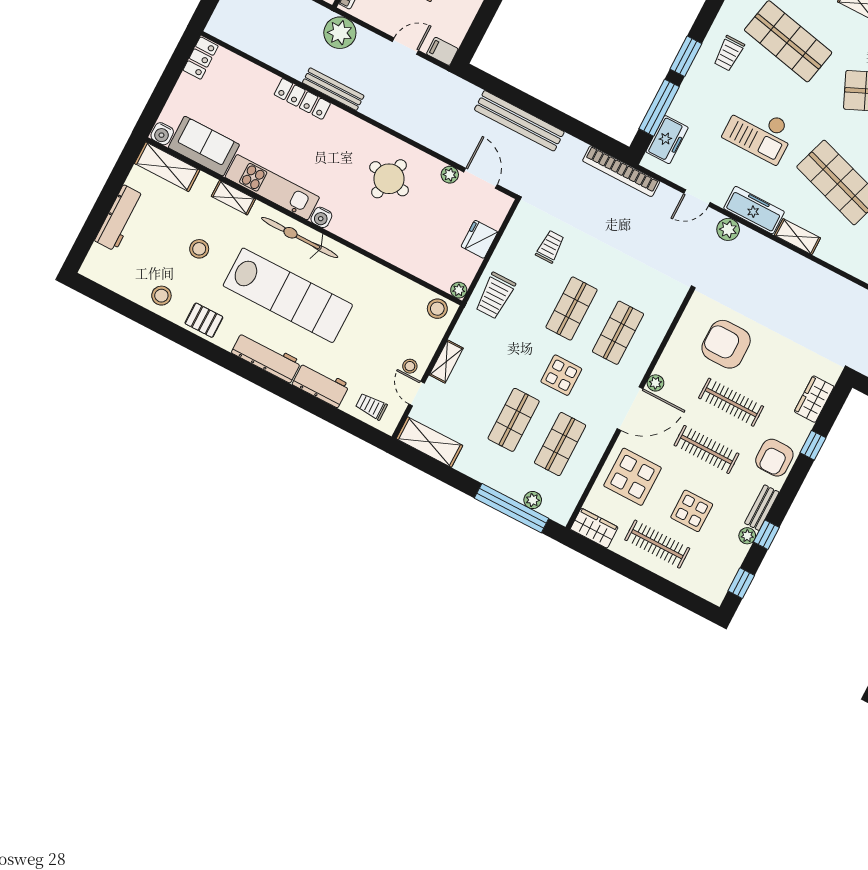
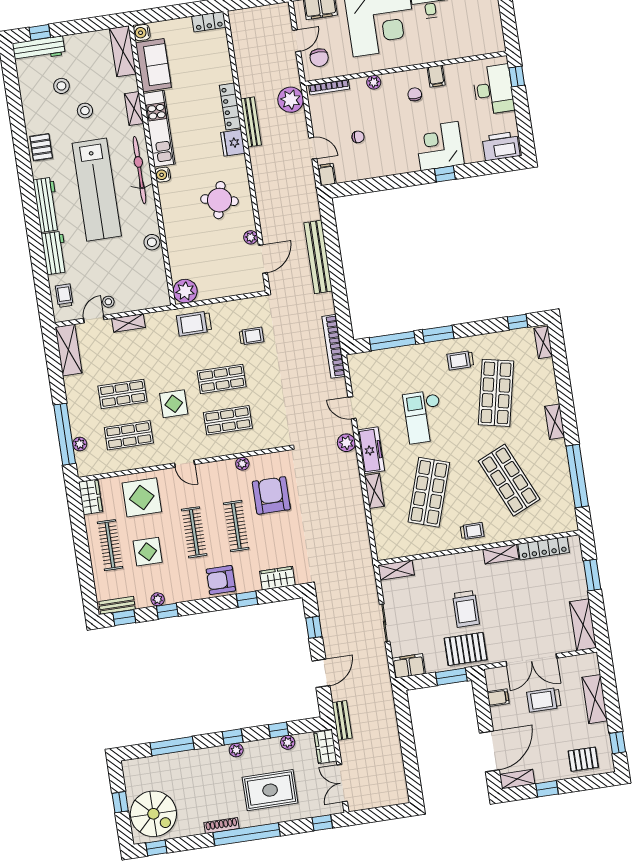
freezer: (667, 140) -> (376, 361), removed
workbench: (119, 218) -> (39, 49), moved
window: (87, 237) -> (40, 32), added
fridge: (479, 239) -> (233, 143), moved, turned -90
plant: (459, 290) -> (185, 291), width x1.88, depth x1.88
stool: (161, 296) -> (61, 86), moved
stool: (437, 309) -> (152, 242), moved
plant: (655, 383) -> (242, 464), moved
door: (630, 409) -> (185, 464), width x0.53
bench: (762, 508) -> (117, 605), moved

